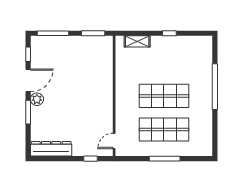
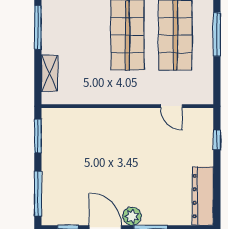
window: (169, 33) -> (38, 27), width x2.17
door: (114, 141) -> (171, 106), moved

